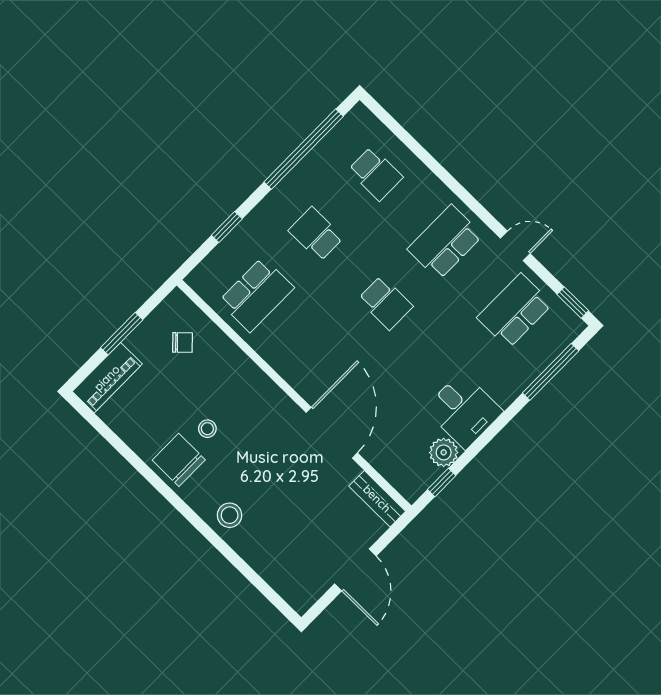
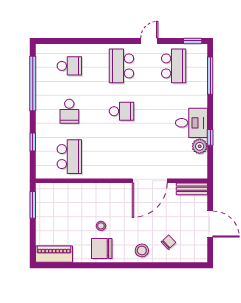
school desk: (316, 234) -> (69, 111), turned -90
school desk: (515, 311) -> (174, 66), turned 180
window: (122, 334) -> (33, 205), moved
chair: (182, 342) -> (168, 242), moved
piano: (107, 378) -> (54, 254), moved, turned -90
door: (332, 433) -> (150, 181), swing flipped
window: (442, 482) -> (210, 137), moved

